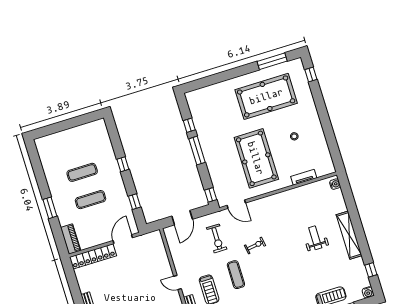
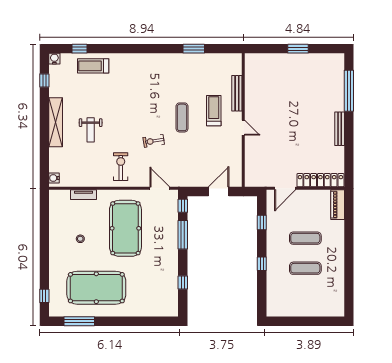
window: (197, 151) -> (183, 235), moved
window: (50, 208) -> (349, 243), removed
exercise bike: (217, 238) -> (121, 167), moved

